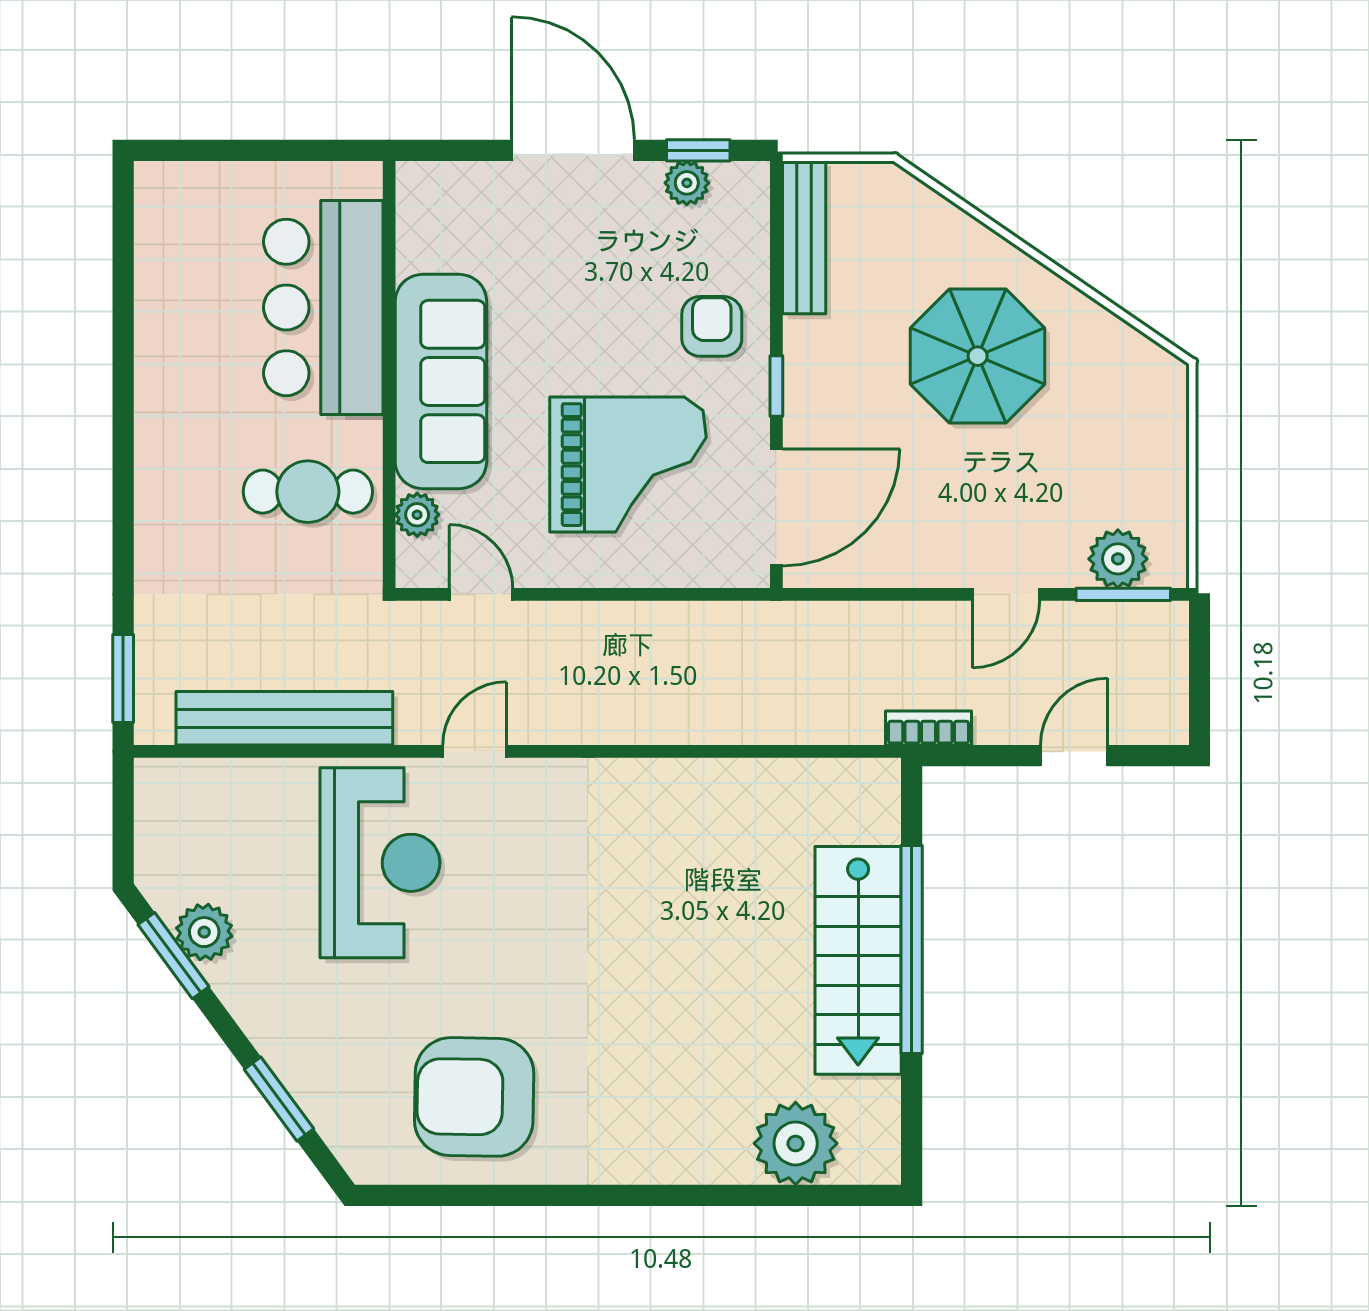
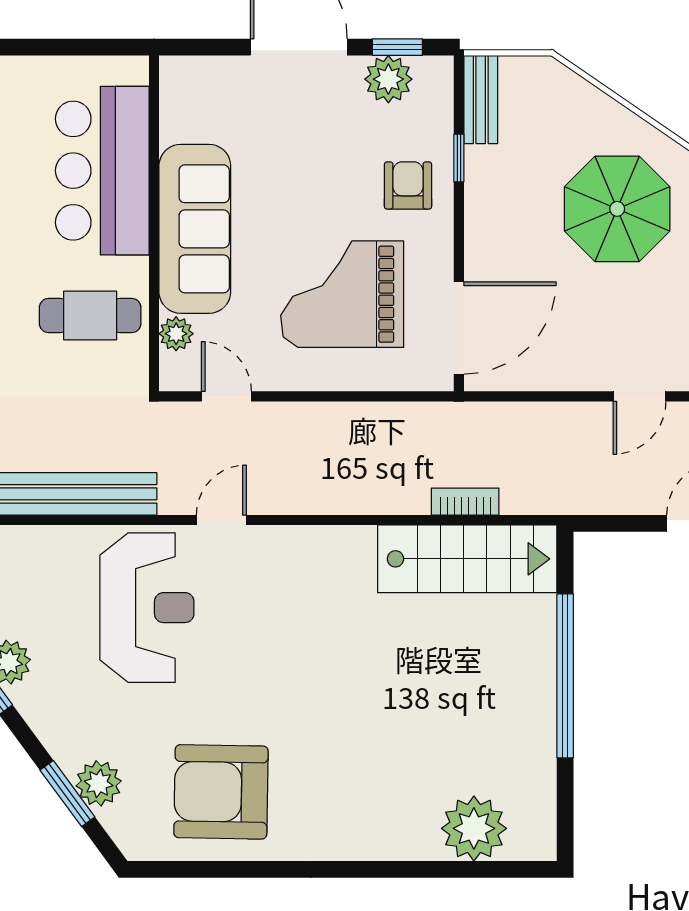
plant: (687, 183) -> (388, 79), width x1.38, depth x1.38
bench: (804, 237) -> (481, 99), width x0.73
window: (776, 386) -> (459, 158), moved
grand piano: (628, 465) -> (342, 294), turned 180
bookcase: (929, 728) -> (465, 502), moved
stairs: (858, 960) -> (467, 559), moved, turned -90
plant: (319, 1086) -> (99, 783), added

